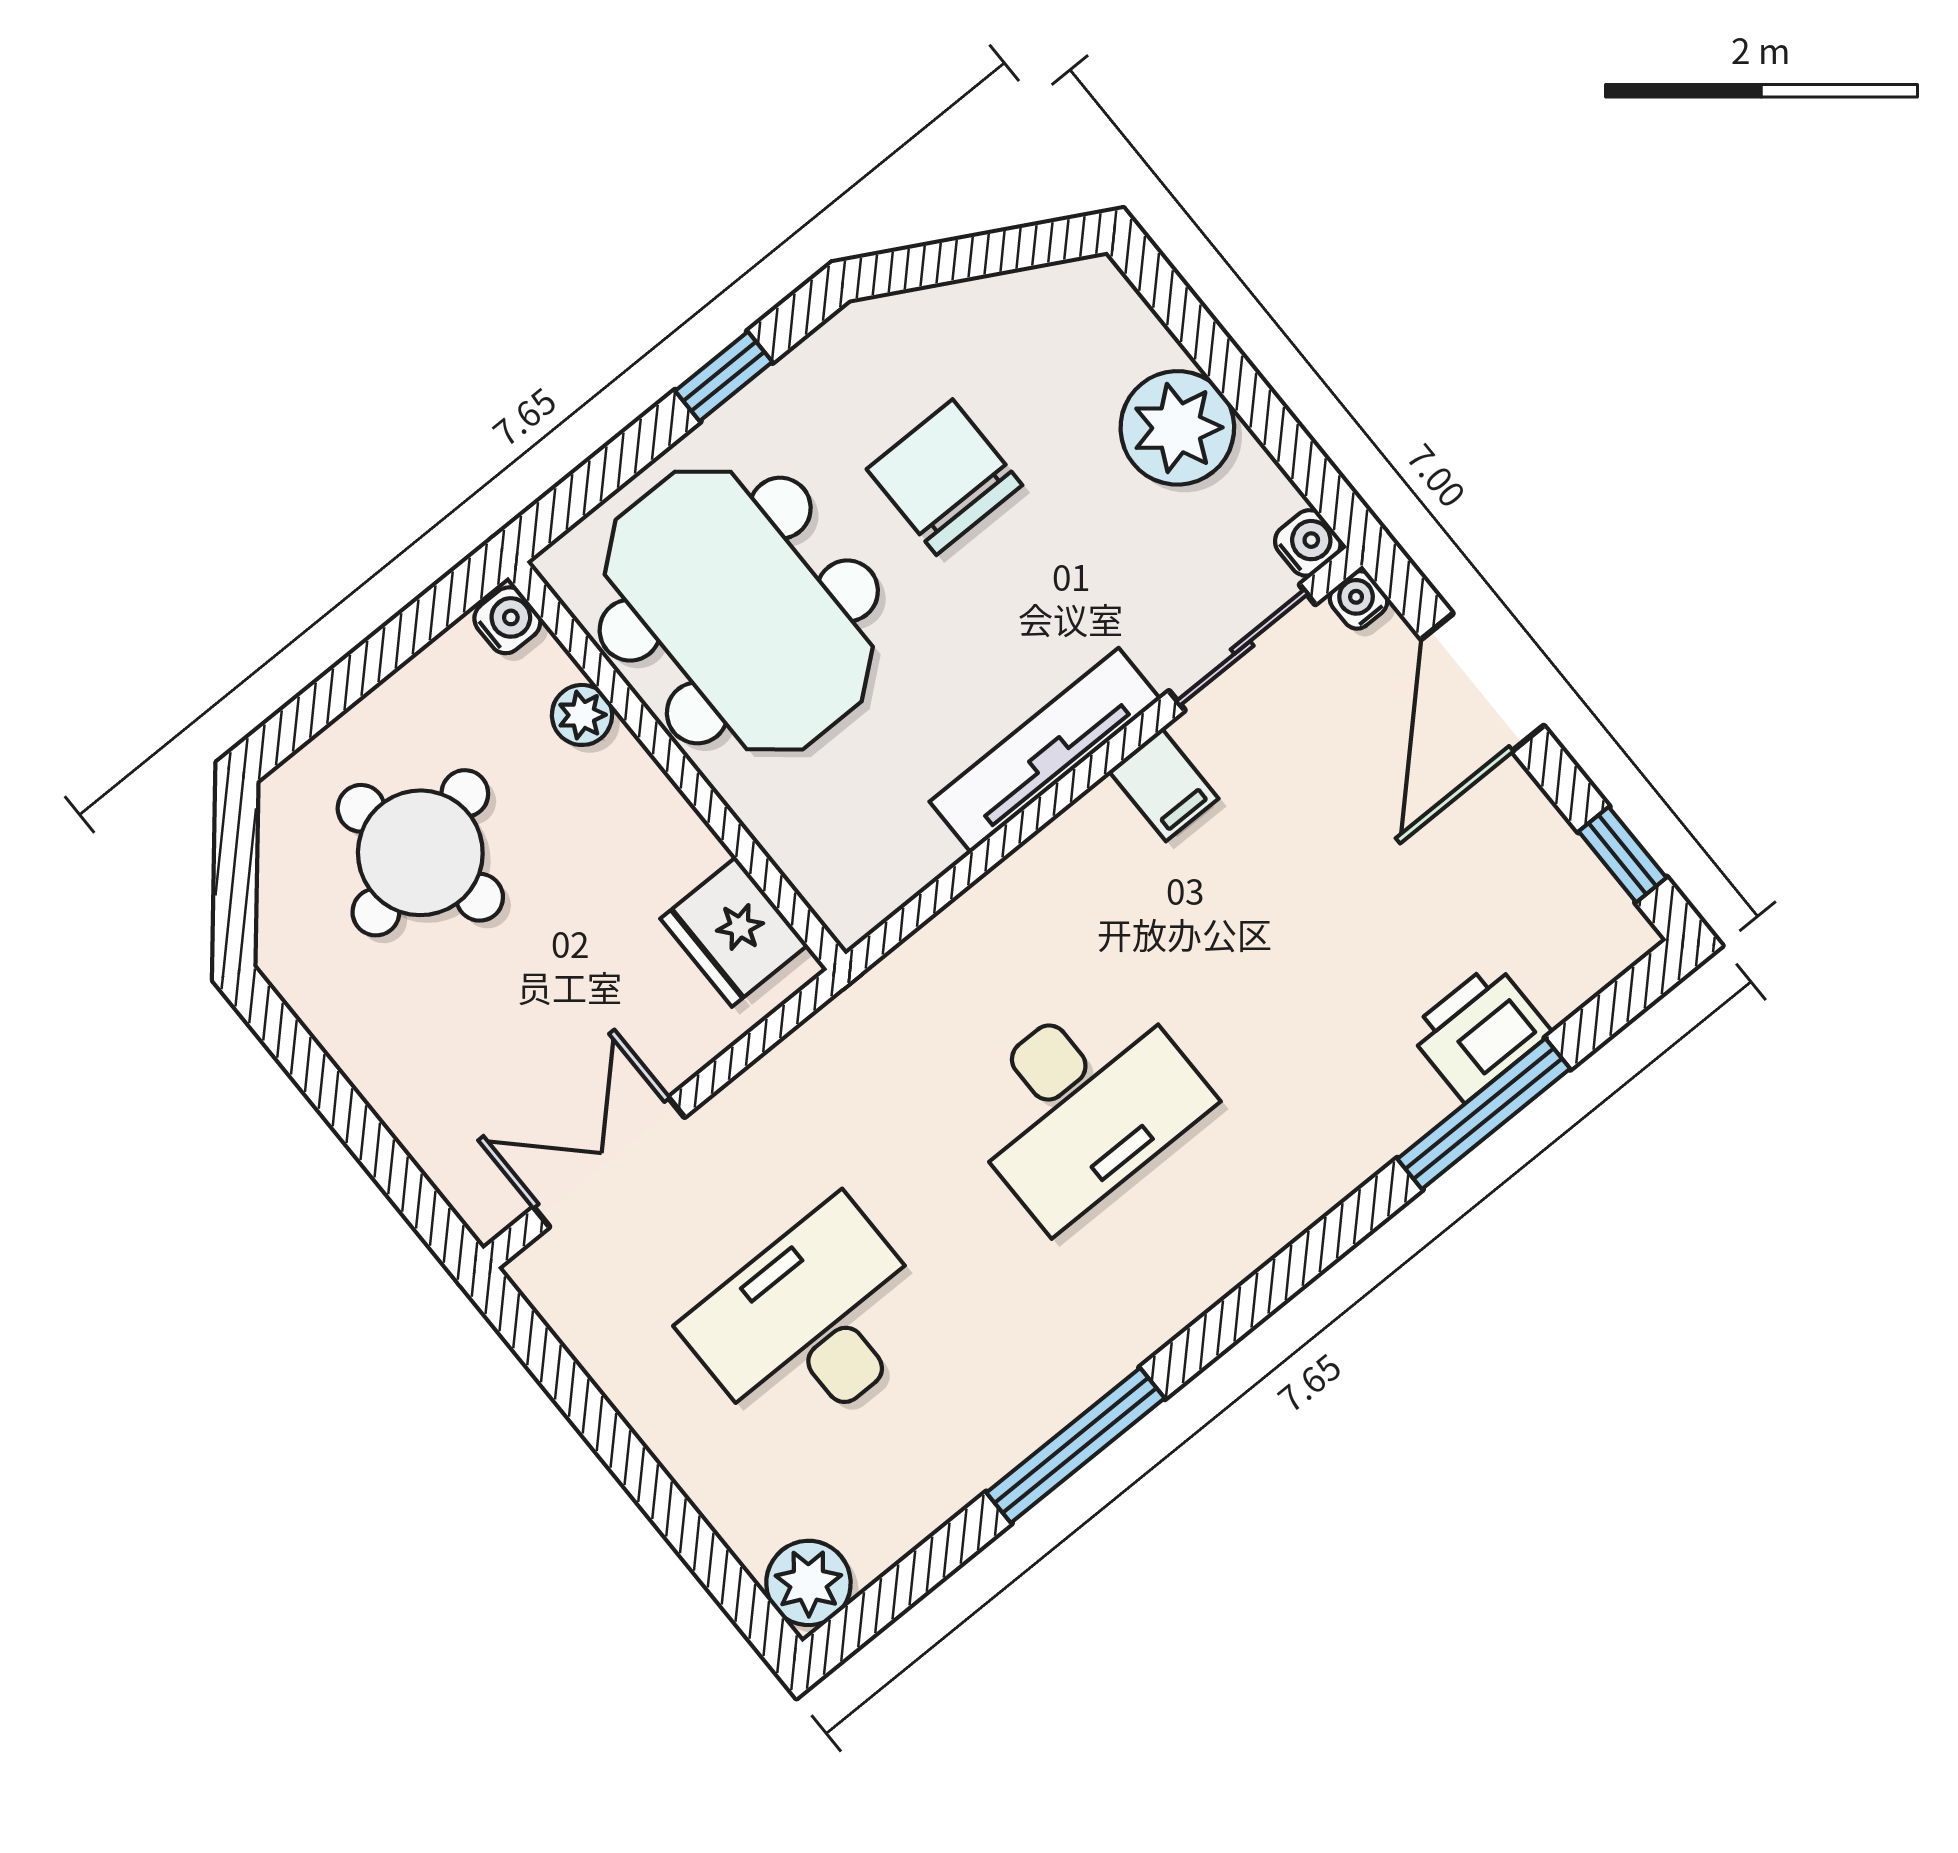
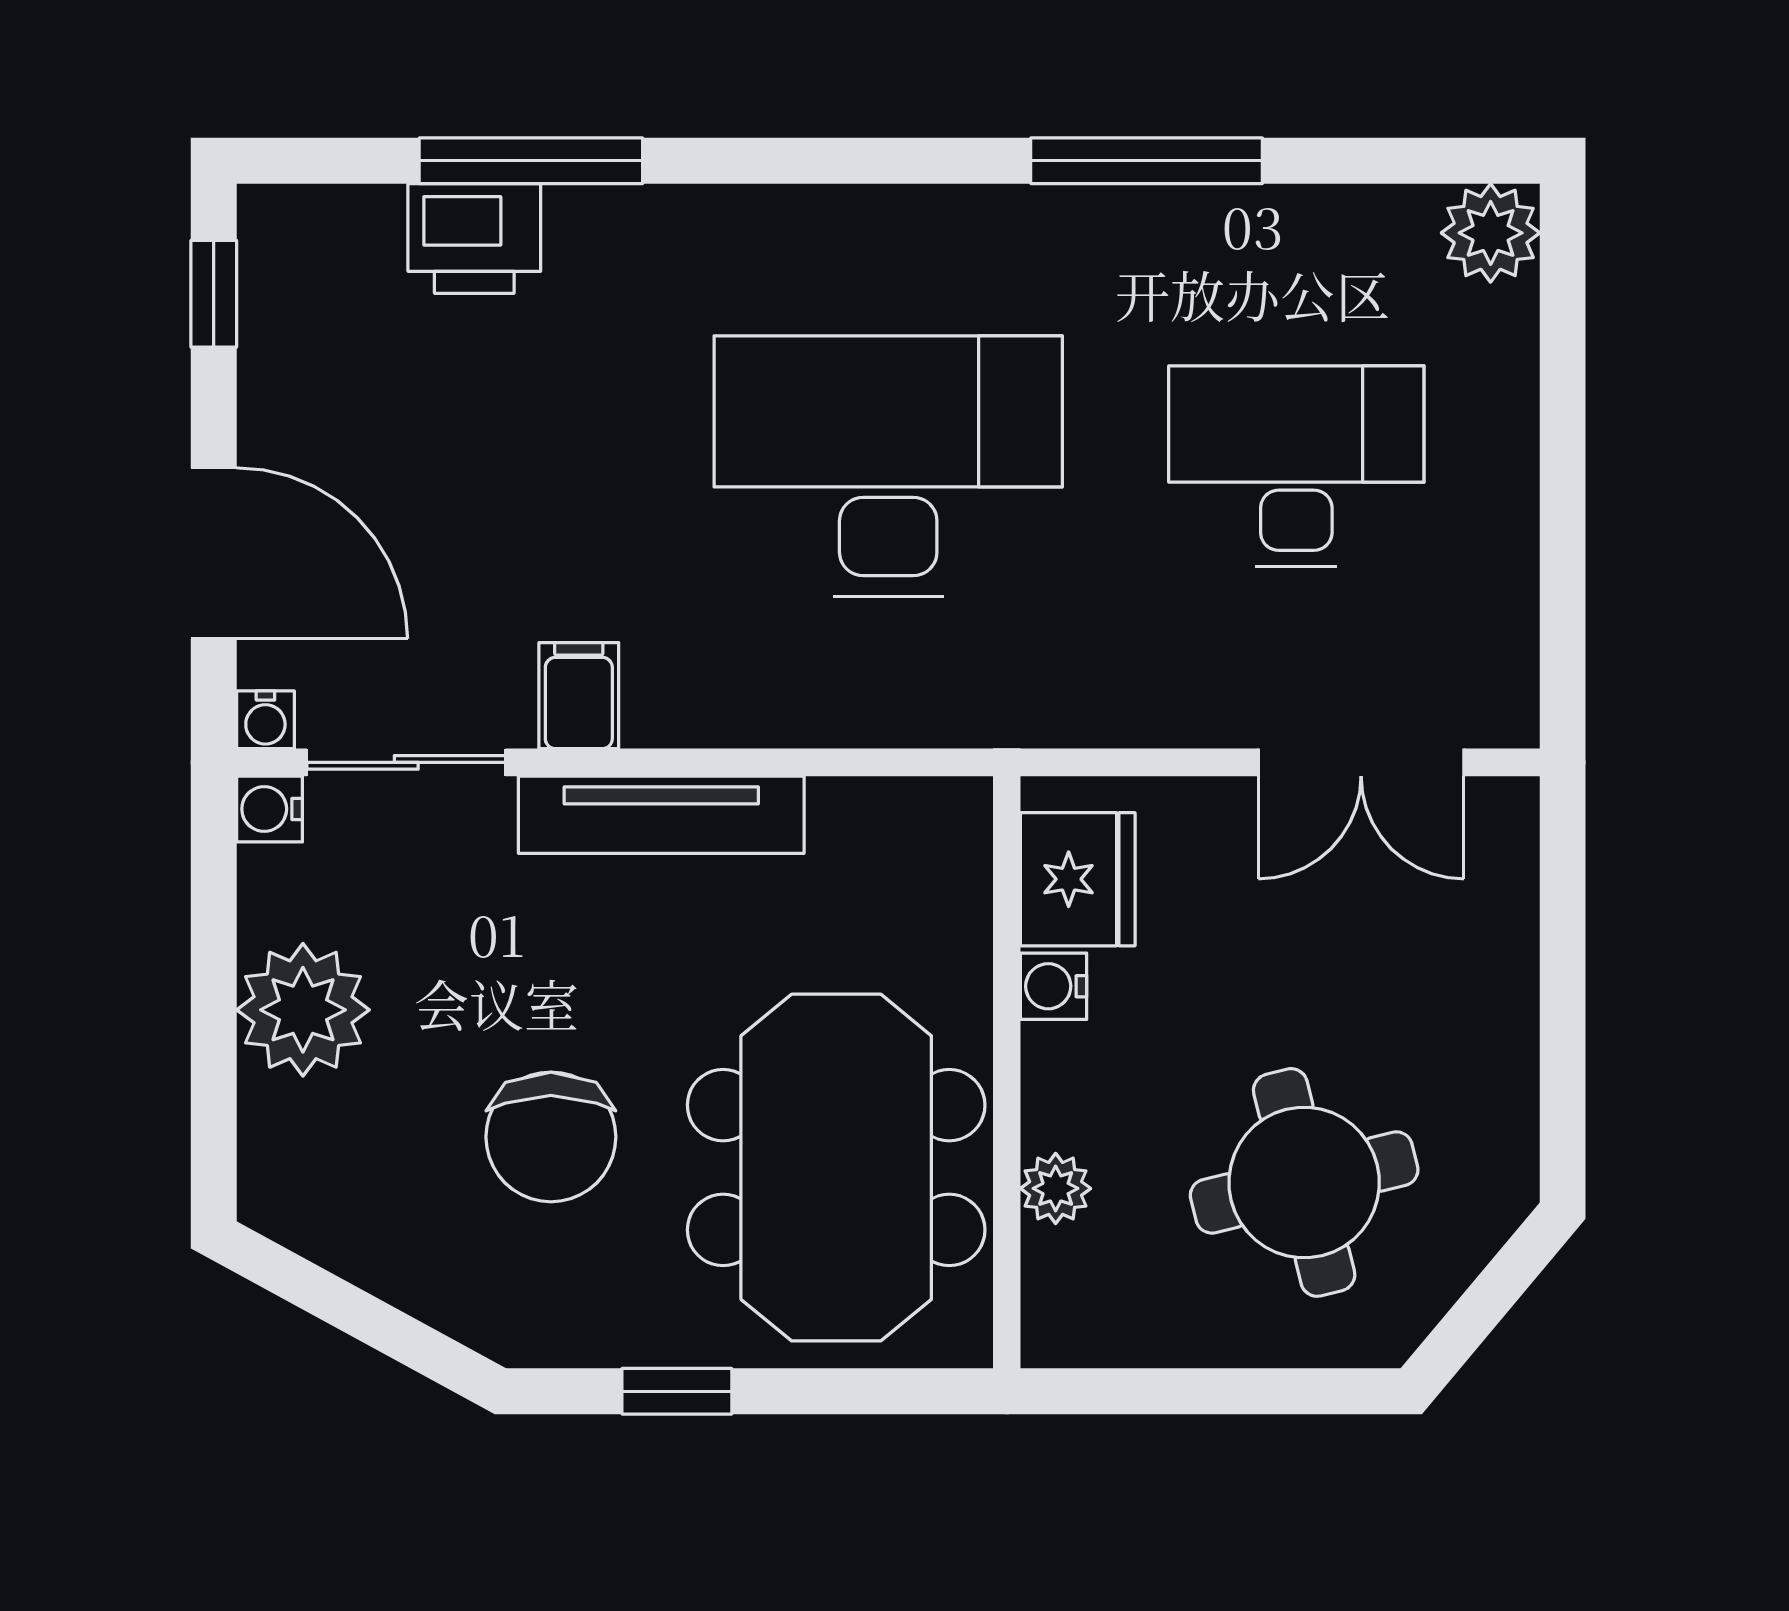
water cooler: (507, 620) -> (1054, 986), moved
door: (1482, 682) -> (214, 553), hinge flipped
desk: (1082, 1104) -> (888, 466), width x1.36, depth x1.30
desk: (812, 1324) -> (1296, 466), turned 180

